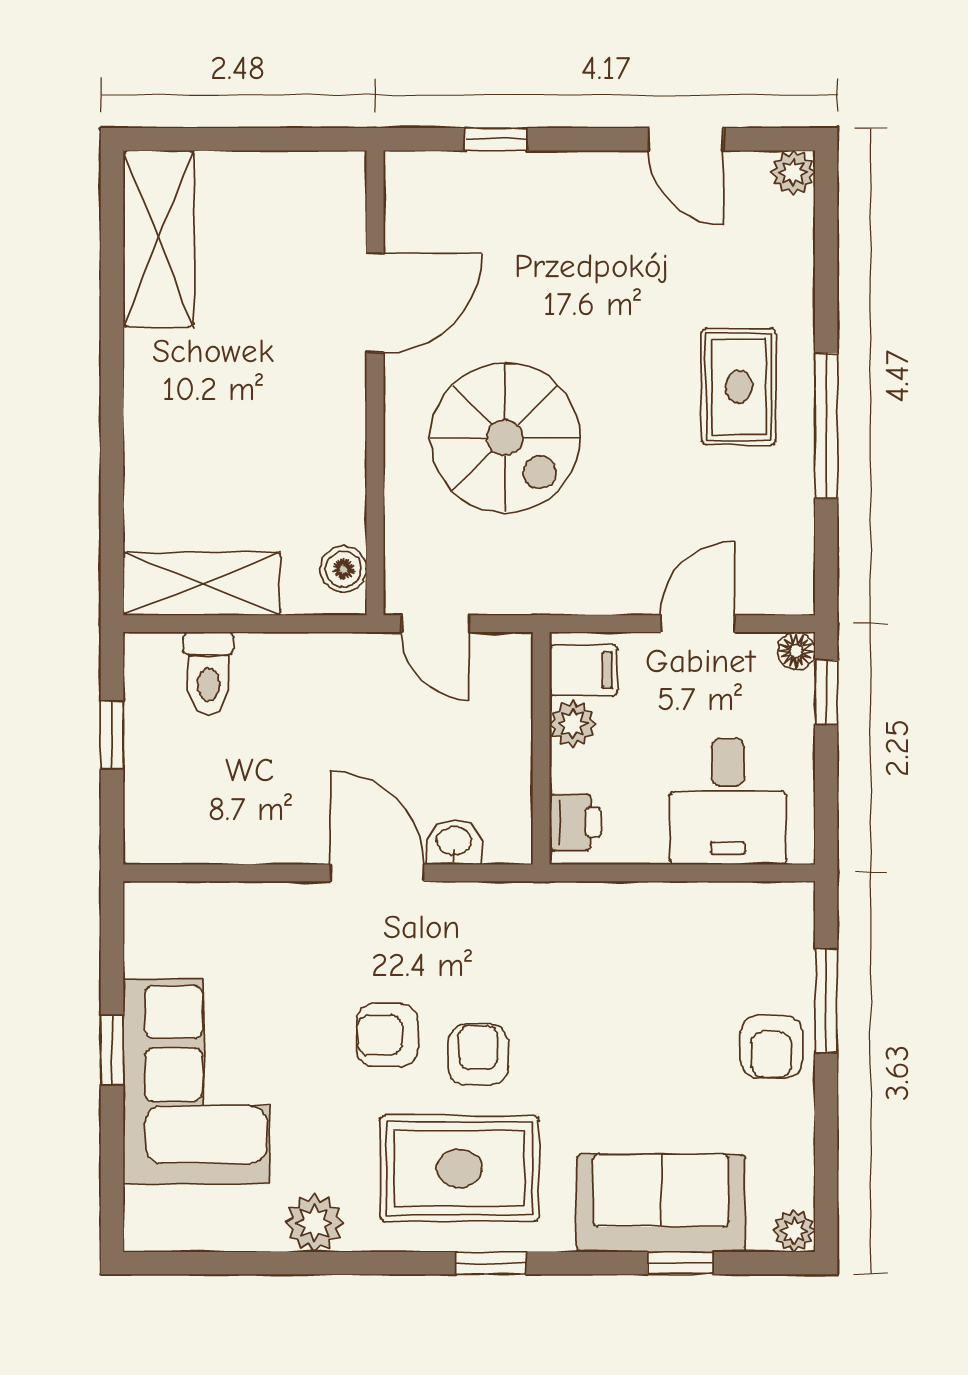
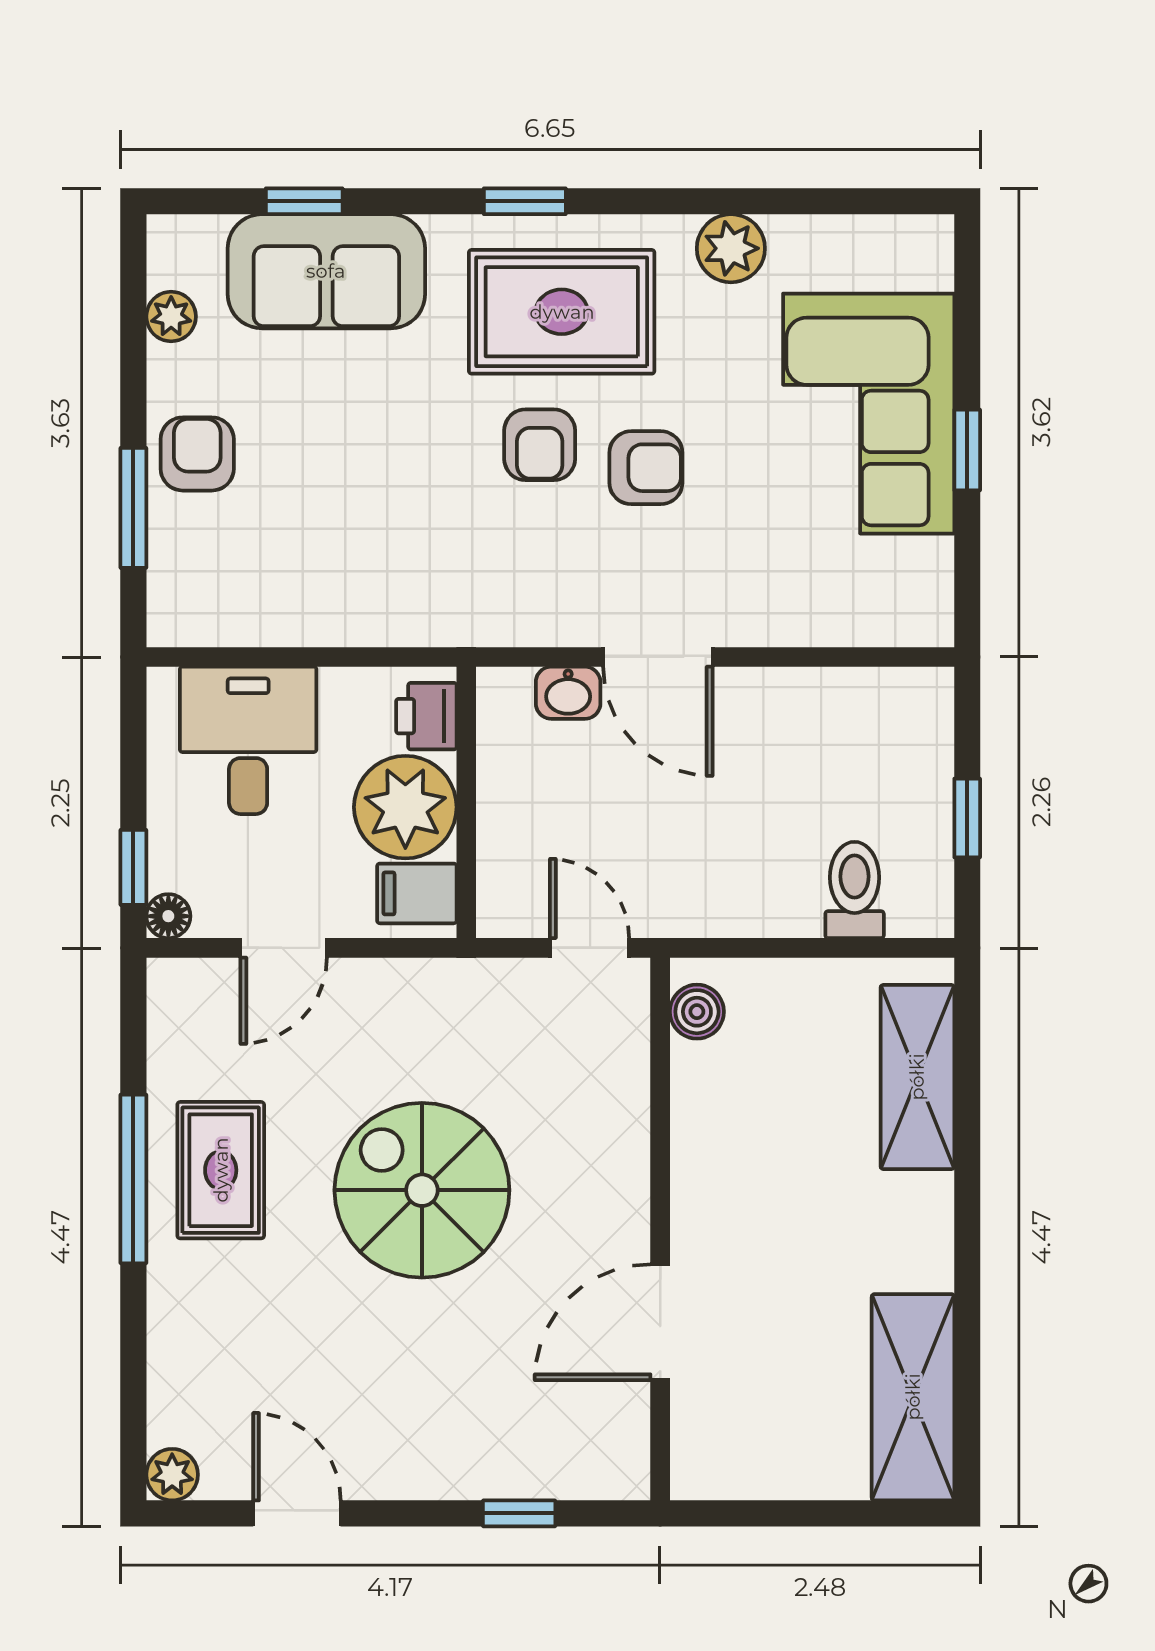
rug: (739, 387) -> (221, 1170), moved
spiral stairs: (505, 438) -> (422, 1190), moved
shelving: (202, 584) -> (917, 1077), moved, turned 90
plant: (573, 724) -> (405, 807), width x1.87, depth x1.87
plant: (794, 1231) -> (171, 316), moved

